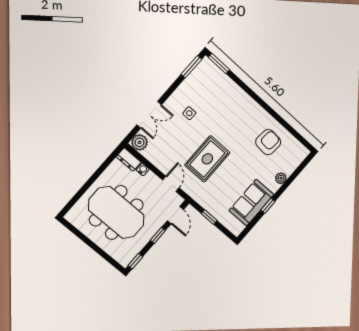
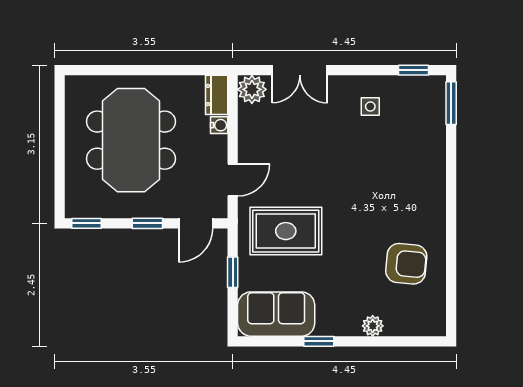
window: (191, 67) -> (414, 70), width x0.67
side table: (189, 113) -> (370, 107), moved
rug: (207, 159) -> (286, 231), moved
sofa: (251, 203) -> (276, 314), moved

